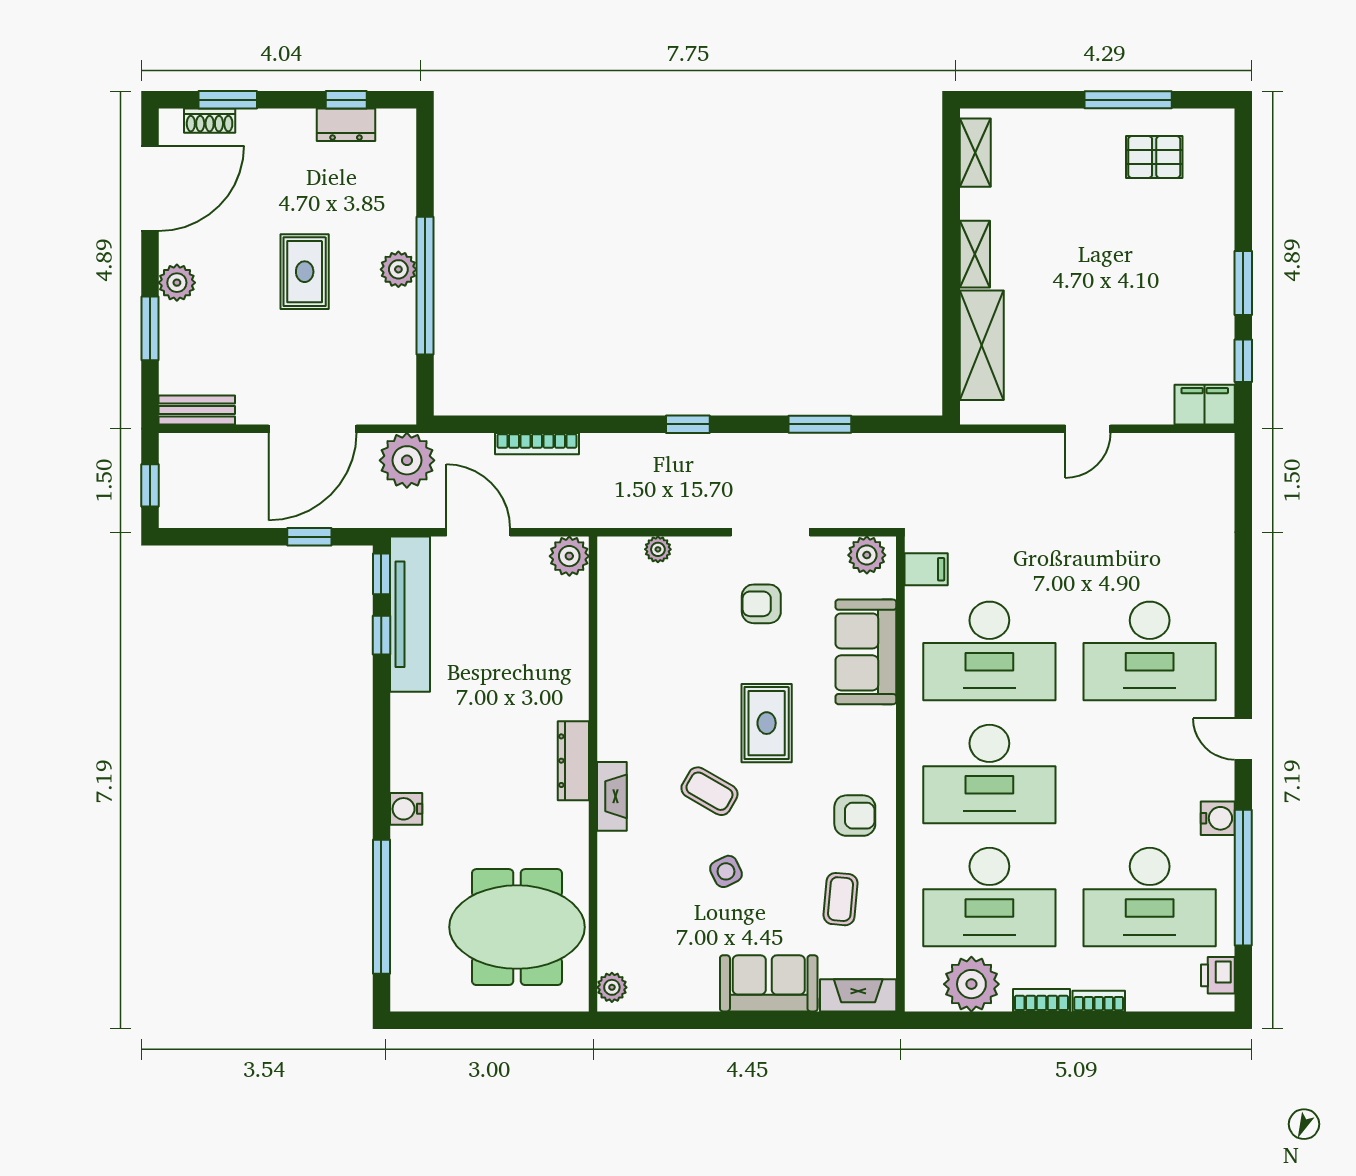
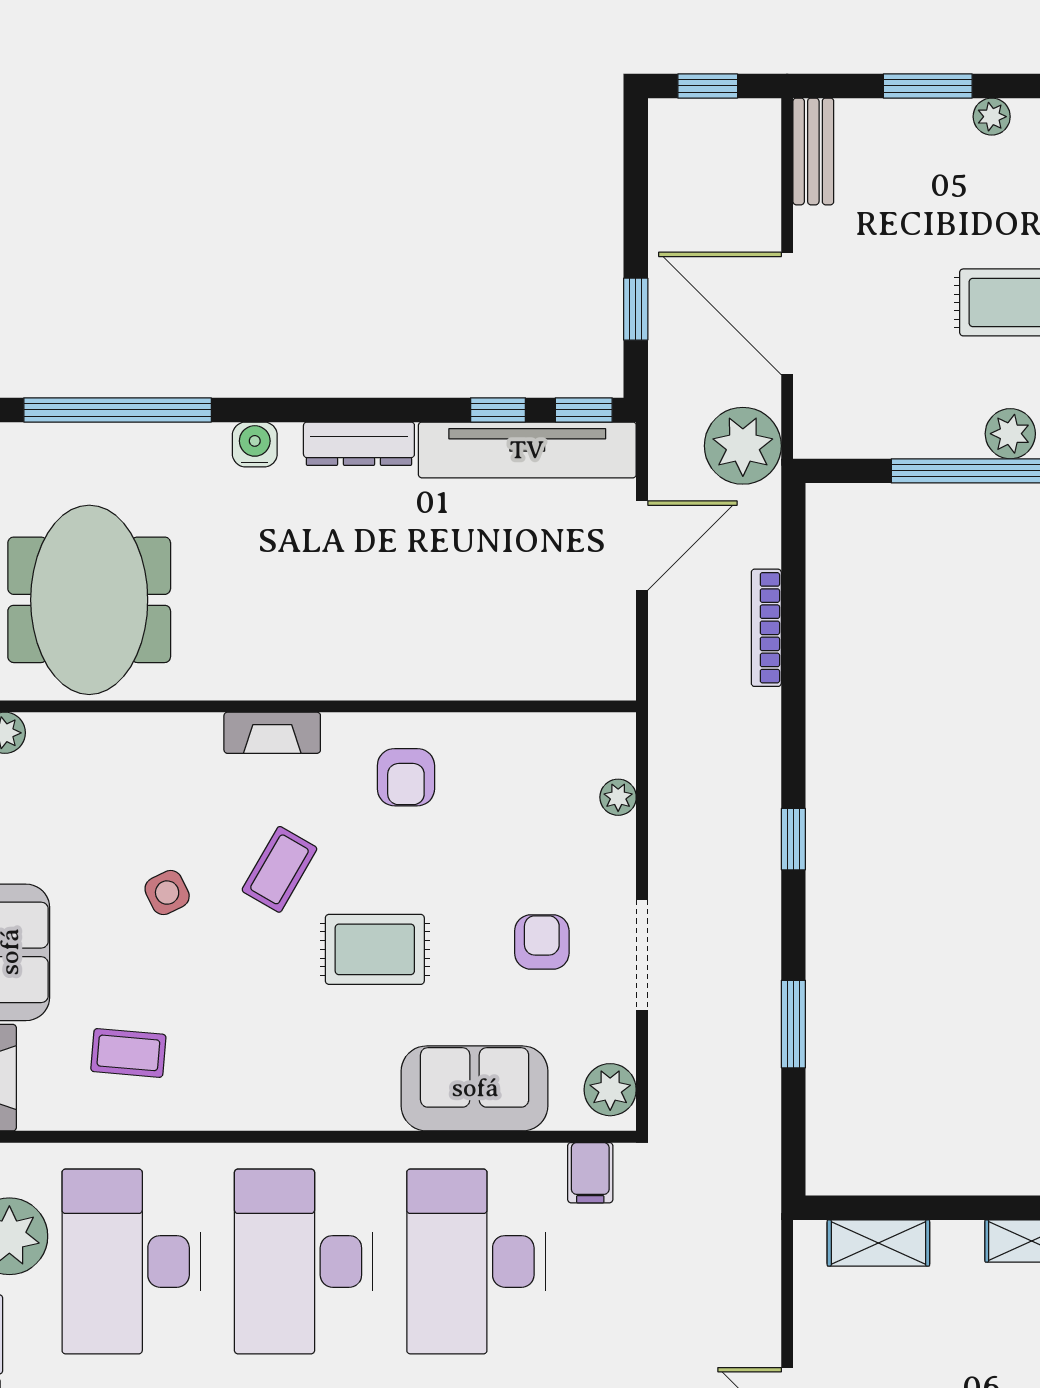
plant: (177, 283) -> (992, 117), width x0.73, depth x0.73
shelving: (982, 345) -> (878, 1243), width x0.67, depth x0.75
plant: (569, 556) -> (609, 673), removed
dresser: (573, 761) -> (359, 444), moved, turned 180
armchair: (855, 816) -> (406, 777), moved

